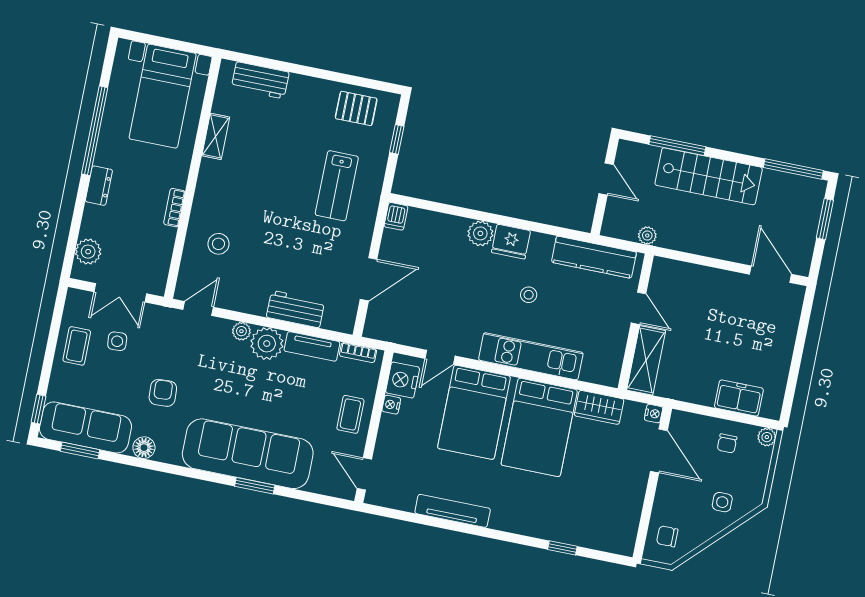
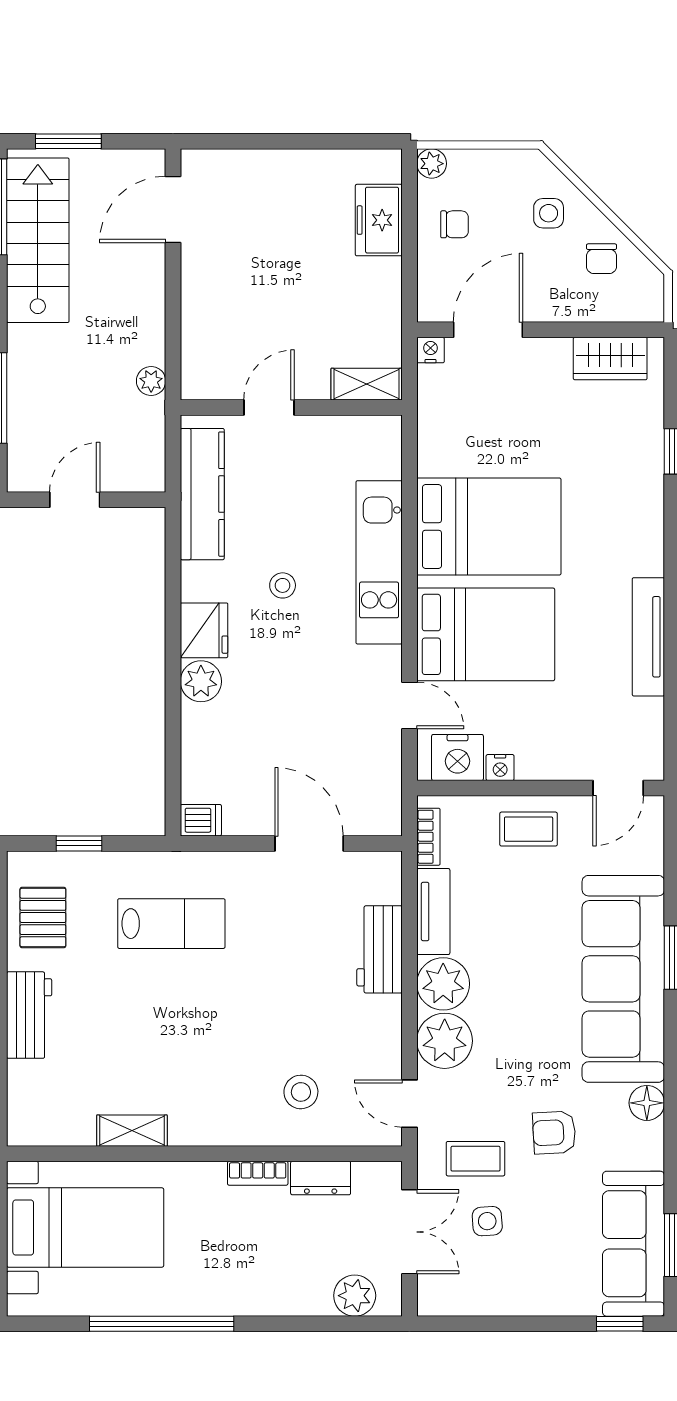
workbench: (260, 80) -> (29, 1015), moved
stairs: (709, 176) -> (38, 240), moved
dresser: (99, 186) -> (321, 1178), moved, turned 180
plant: (647, 236) -> (151, 381), moved
plant: (241, 331) -> (445, 1041), width x1.88, depth x1.88
coffee table: (77, 346) -> (475, 1159), moved
shelving: (646, 360) -> (367, 384), width x0.67, depth x0.75
wardrobe: (599, 407) -> (610, 359), moved, turned 90
floor lamp: (144, 448) -> (647, 1103), moved
chair: (667, 536) -> (601, 259), moved

